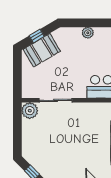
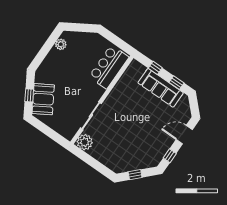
plant: (88, 33) -> (61, 44), moved

